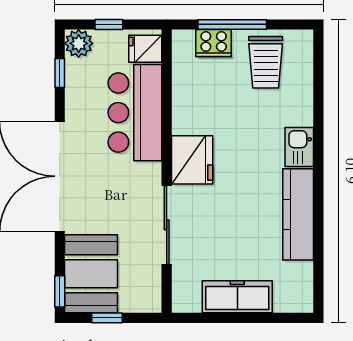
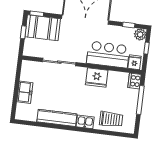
cooker: (214, 43) -> (135, 81), moved
trolley: (266, 62) -> (111, 119), moved, turned 180
fridge: (192, 160) -> (97, 78), moved
freezer: (237, 297) -> (25, 92), width x0.71

